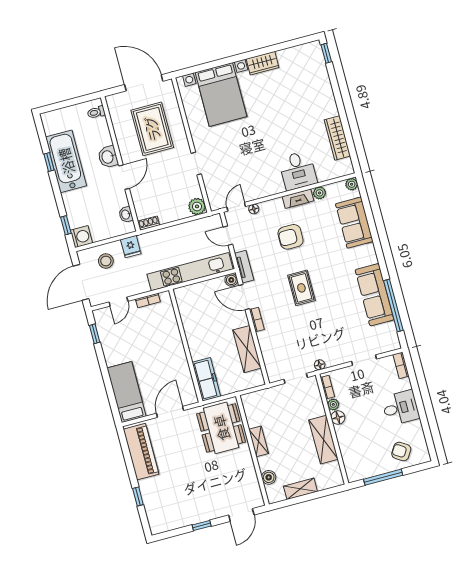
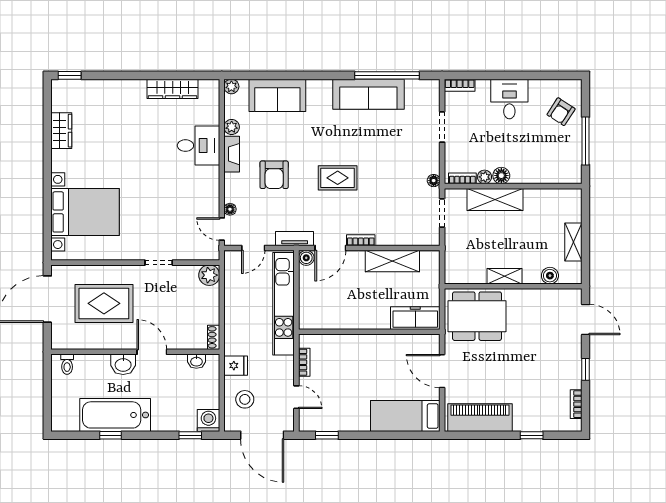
wardrobe: (263, 63) -> (61, 131), moved
shelving: (323, 440) -> (495, 199), moved
bookcase: (172, 525) -> (576, 404), added

